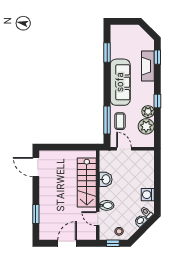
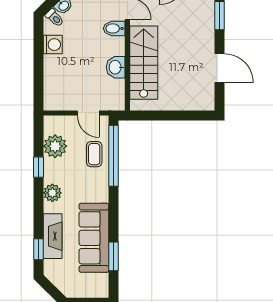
sofa: (120, 82) -> (94, 238), moved
window: (157, 101) -> (39, 167), moved
plant: (148, 112) -> (52, 193), moved
window: (107, 120) -> (113, 156), width x1.46
door: (36, 167) -> (219, 68), moved

